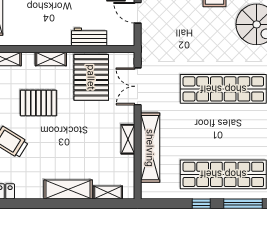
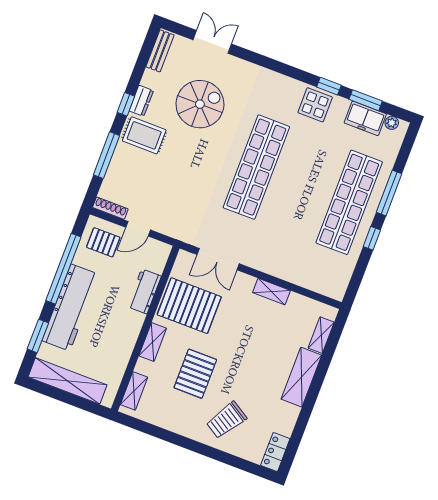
shelving: (150, 148) -> (290, 271), removed

